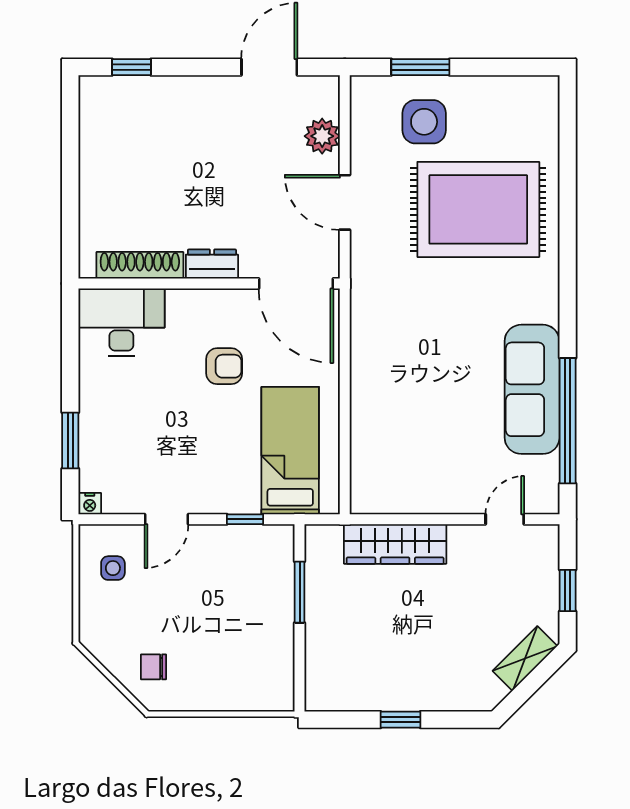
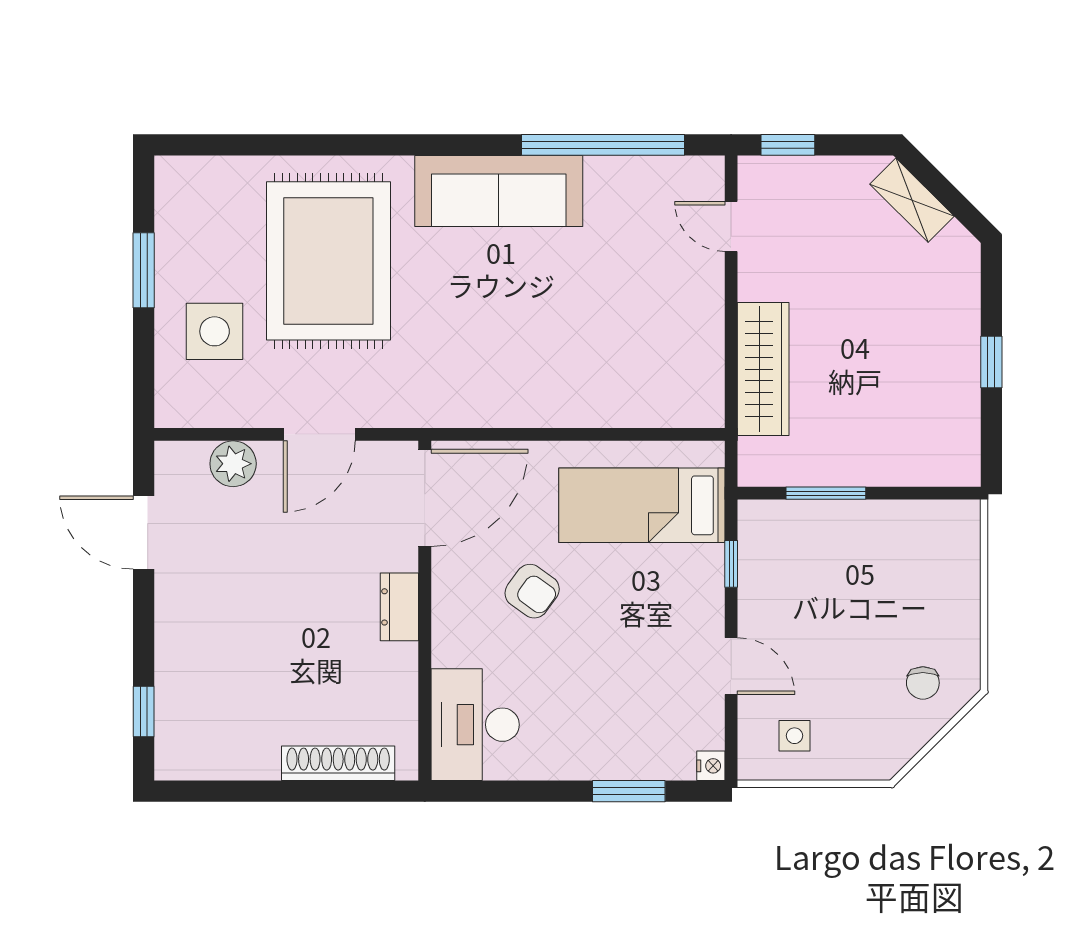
window: (420, 67) -> (144, 270), moved
shoe rack: (140, 265) -> (338, 763), moved, turned 90
armchair: (224, 366) -> (532, 591), turned 126
sofa: (532, 389) -> (499, 191), moved
window: (568, 590) -> (788, 145), moved

